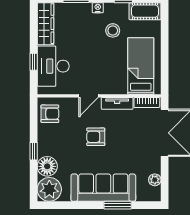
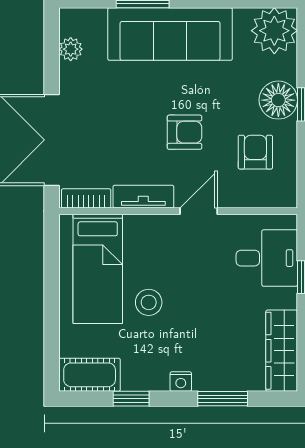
stool: (113, 30) -> (149, 302), moved
desk: (53, 66) -> (267, 258), width x0.73
armchair: (50, 114) -> (255, 152), moved, turned 90
floor lamp: (47, 166) -> (278, 100), moved

